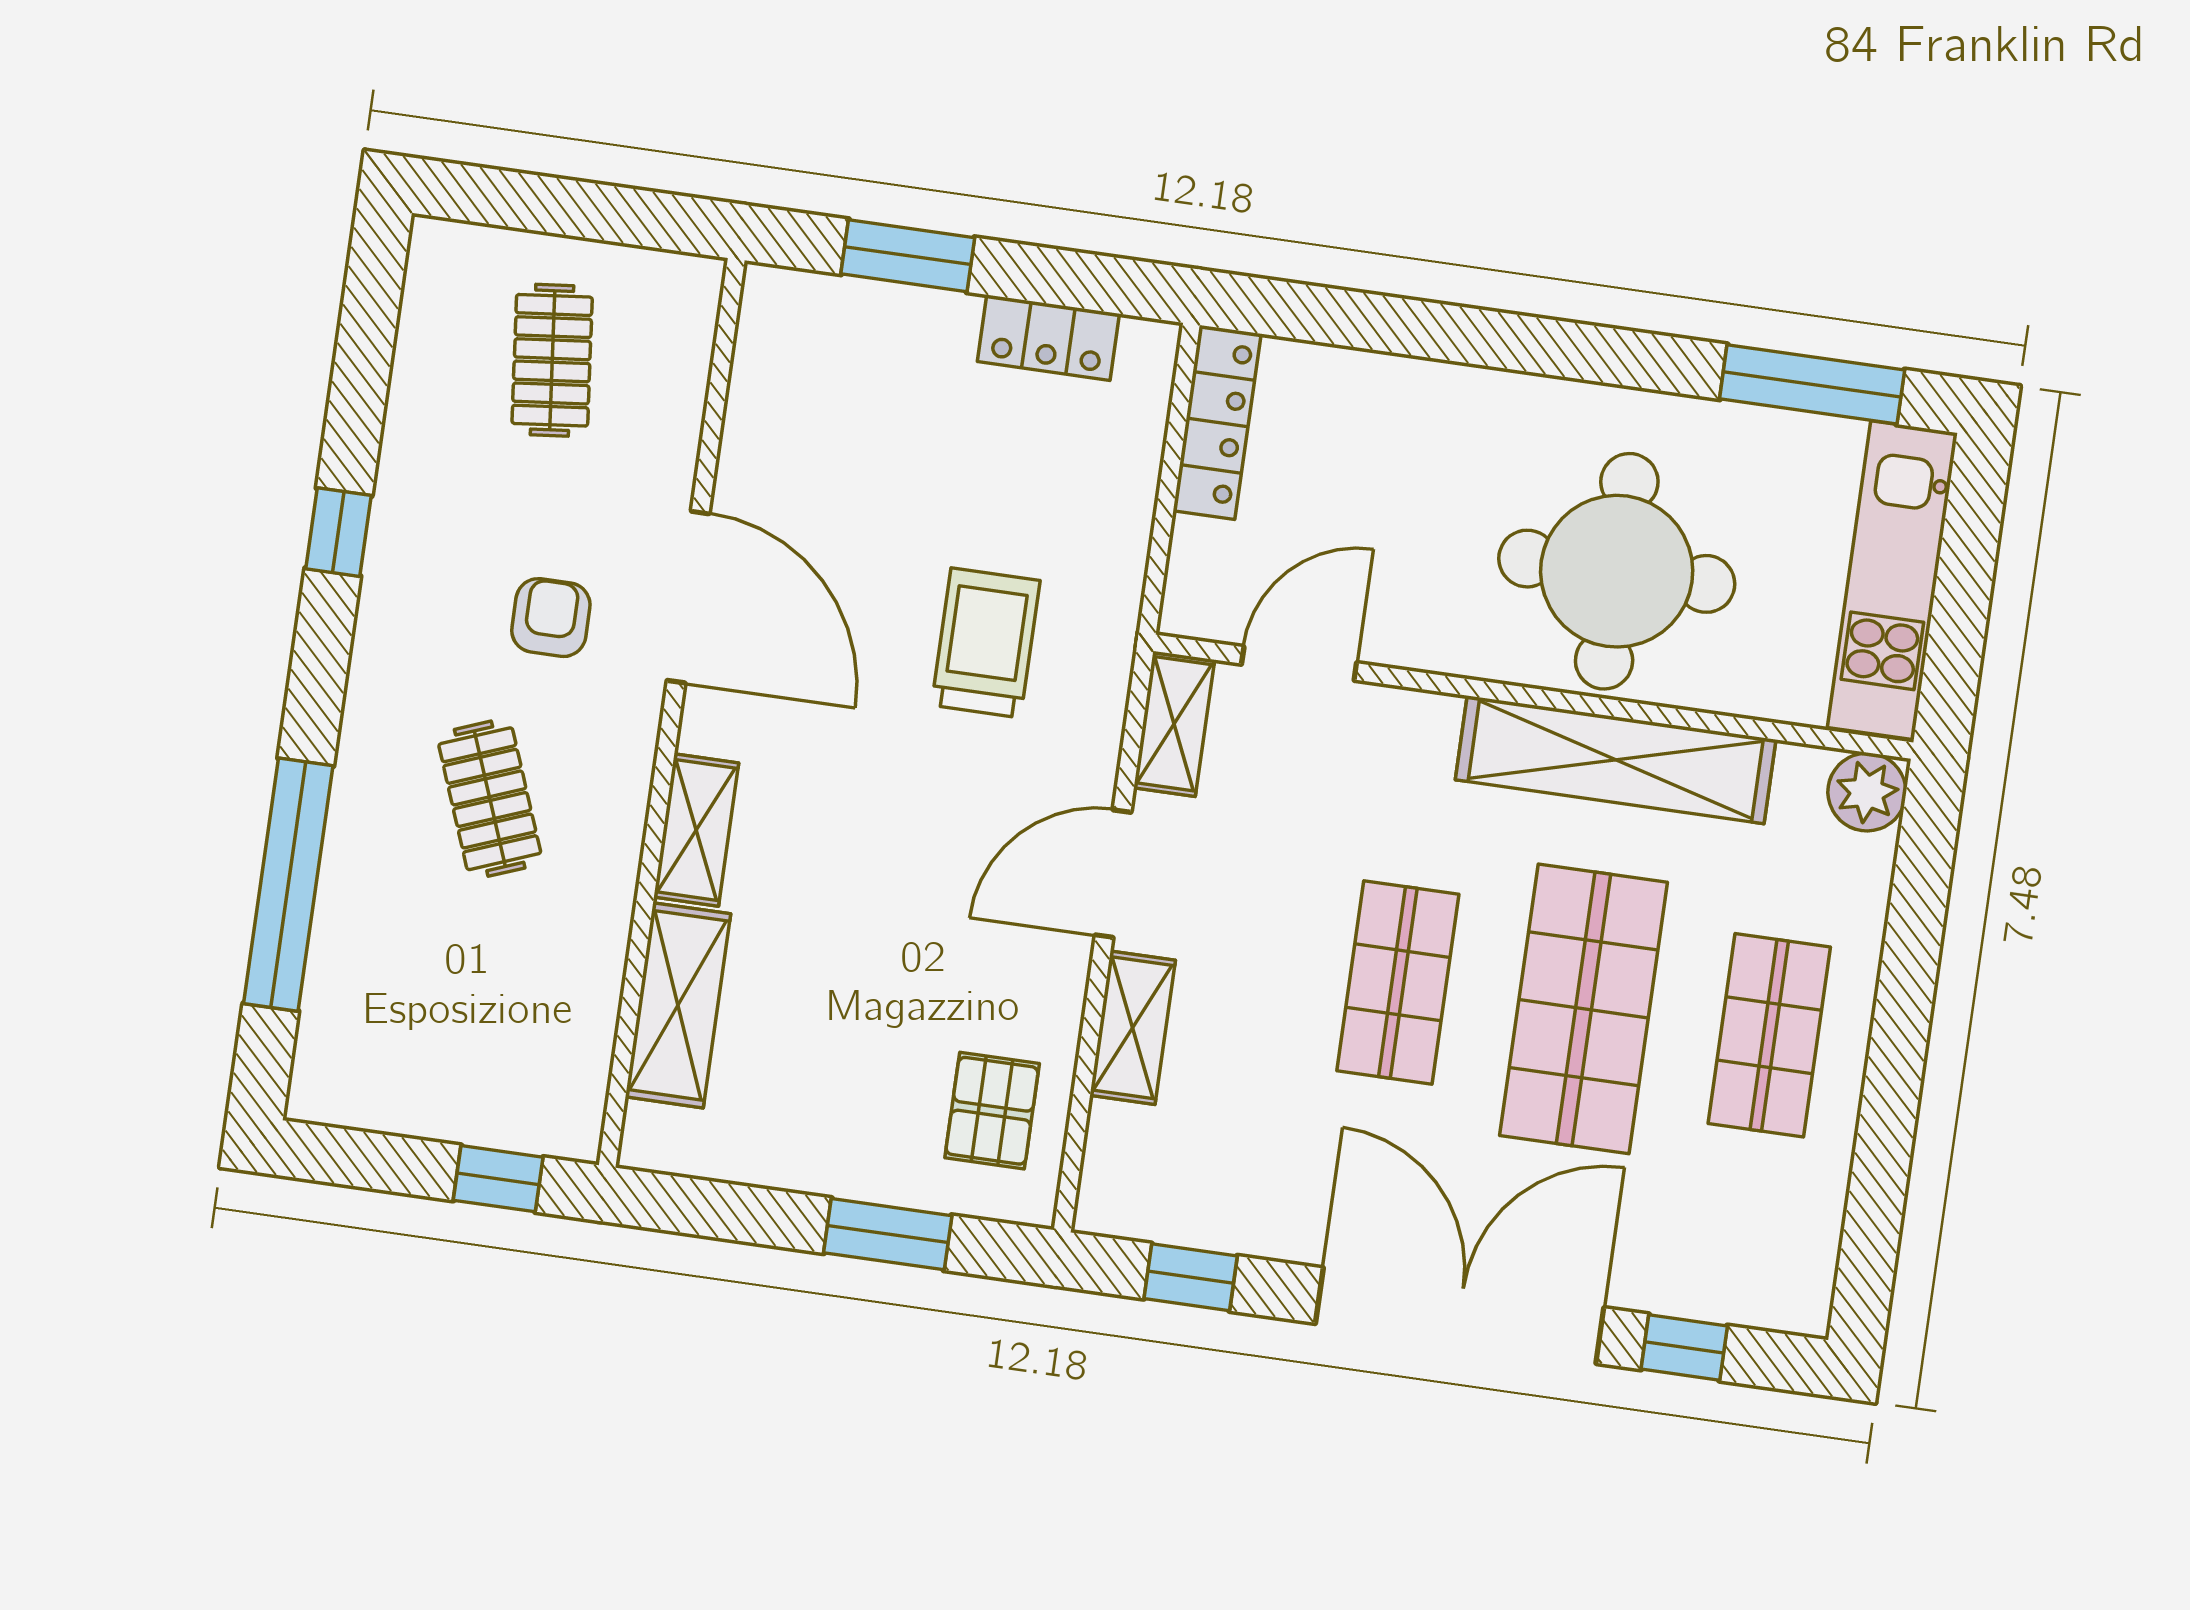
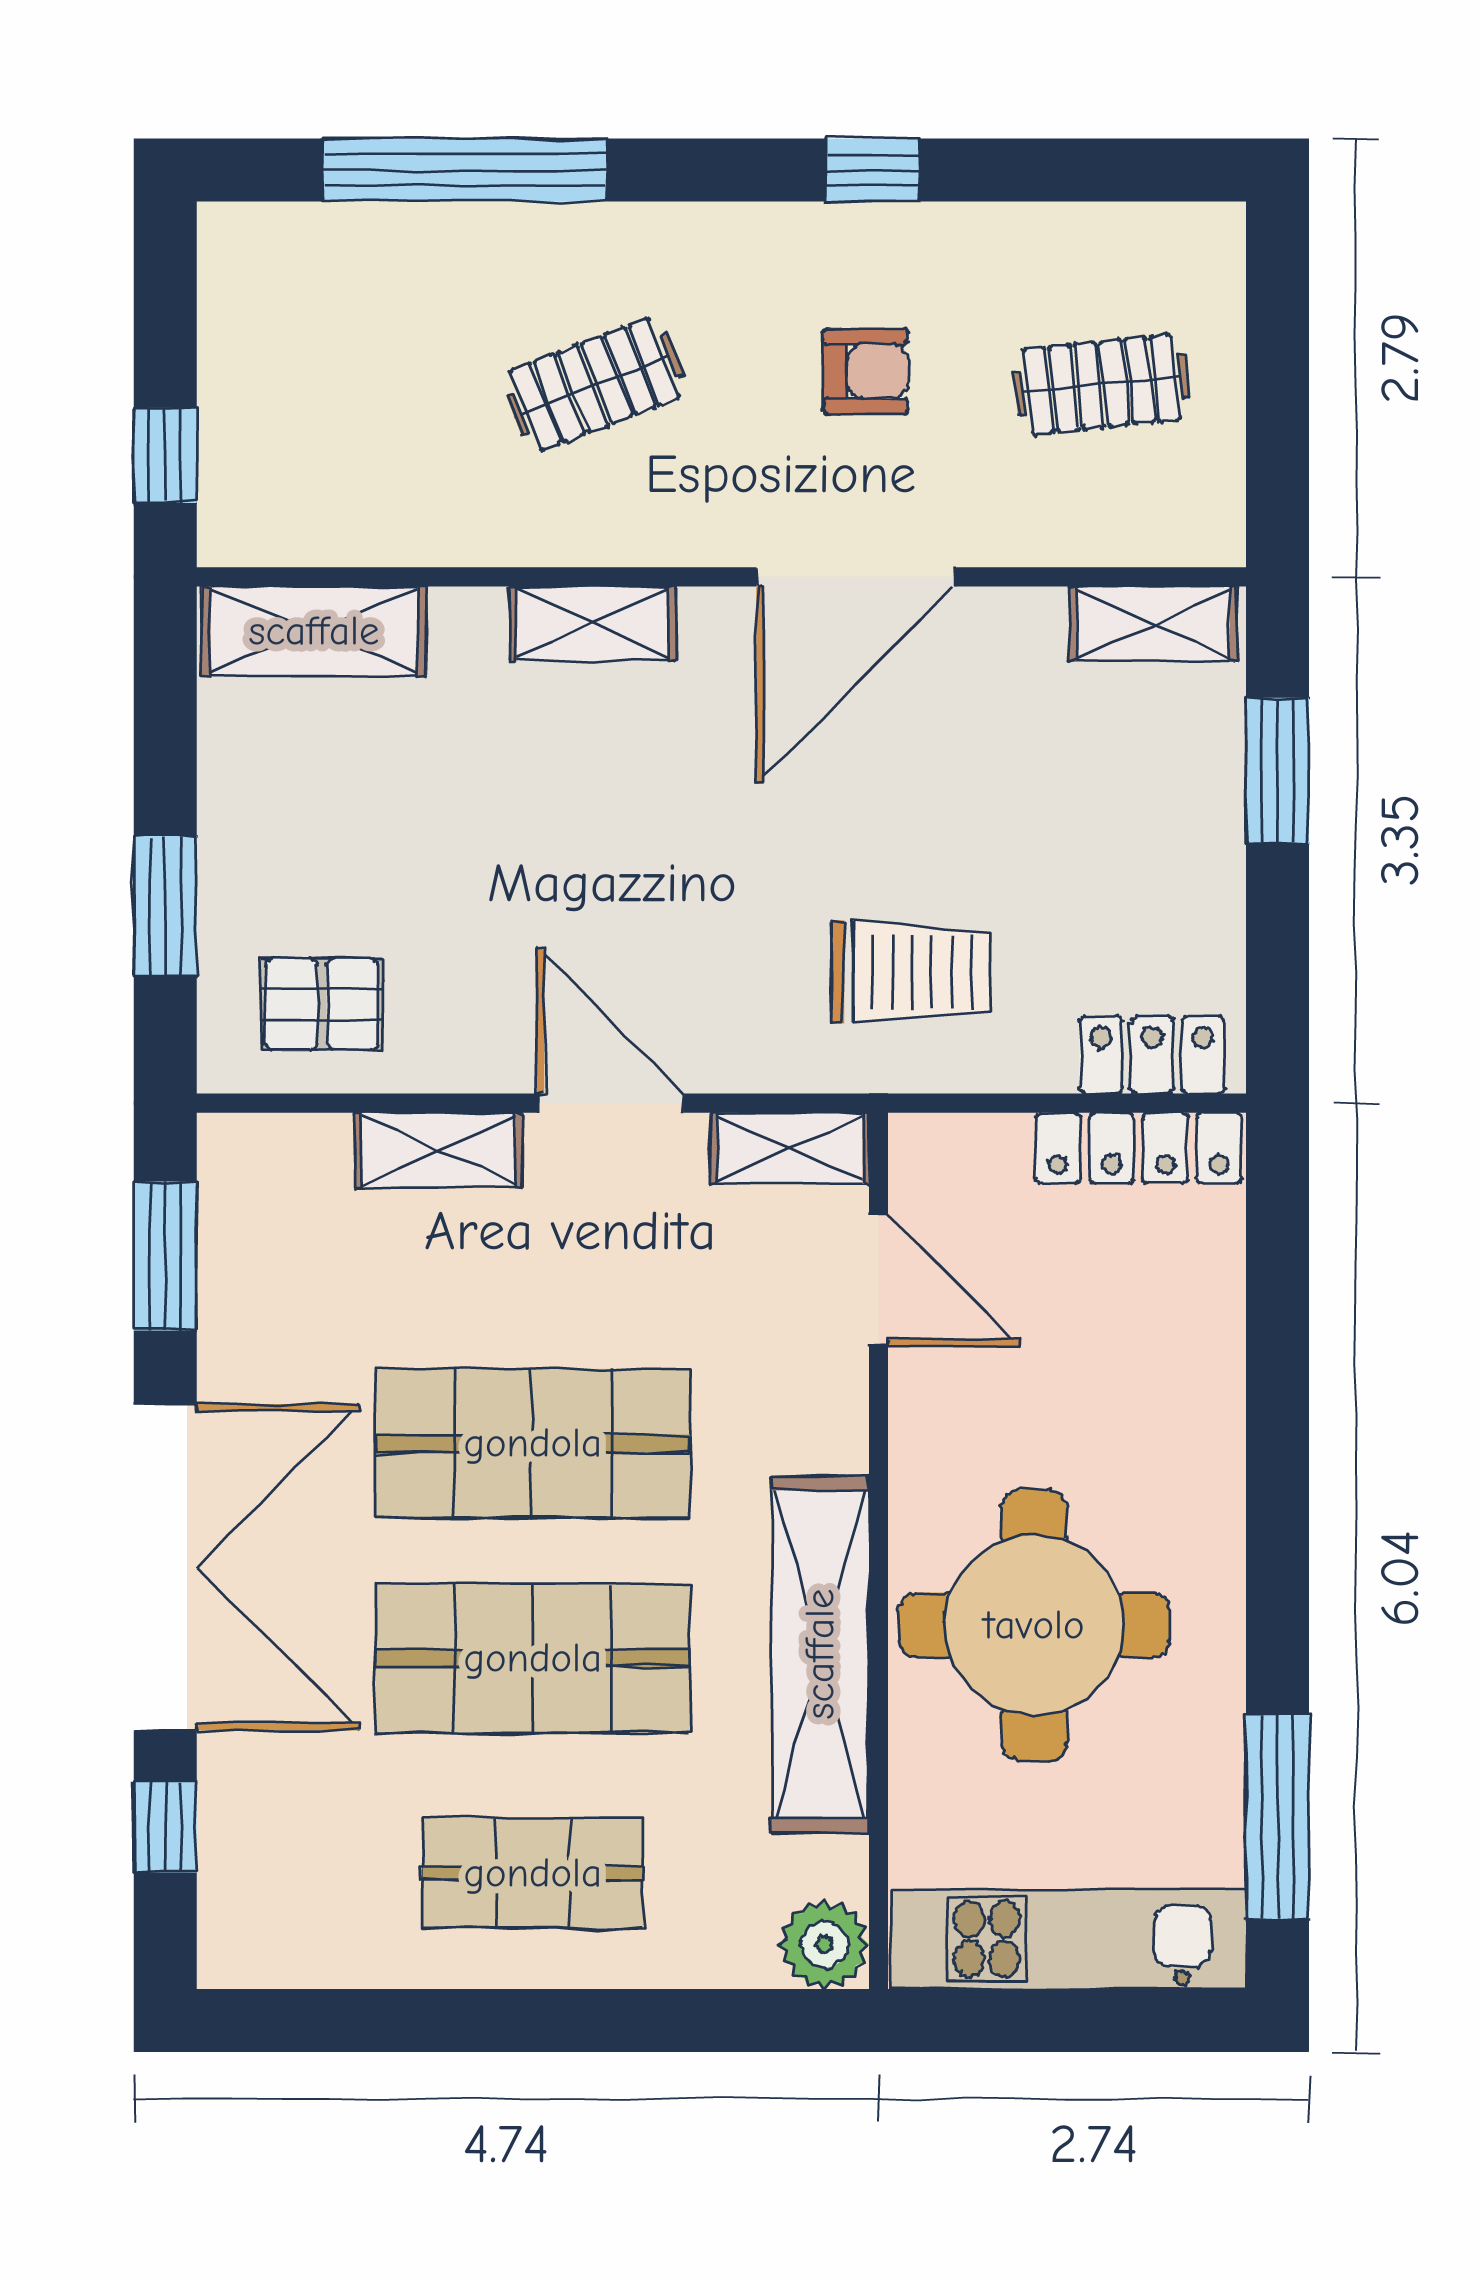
locker: (1048, 338) -> (1152, 1055), moved, turned 90
shelving: (765, 345) -> (1153, 624), added
armchair: (551, 618) -> (866, 371), moved
trolley: (986, 643) -> (911, 972), moved
shop shelf: (1398, 982) -> (533, 1443), width x1.43, depth x1.36
shelving: (678, 1005) -> (314, 631), moved
window: (1191, 1277) -> (165, 1256), width x1.50

